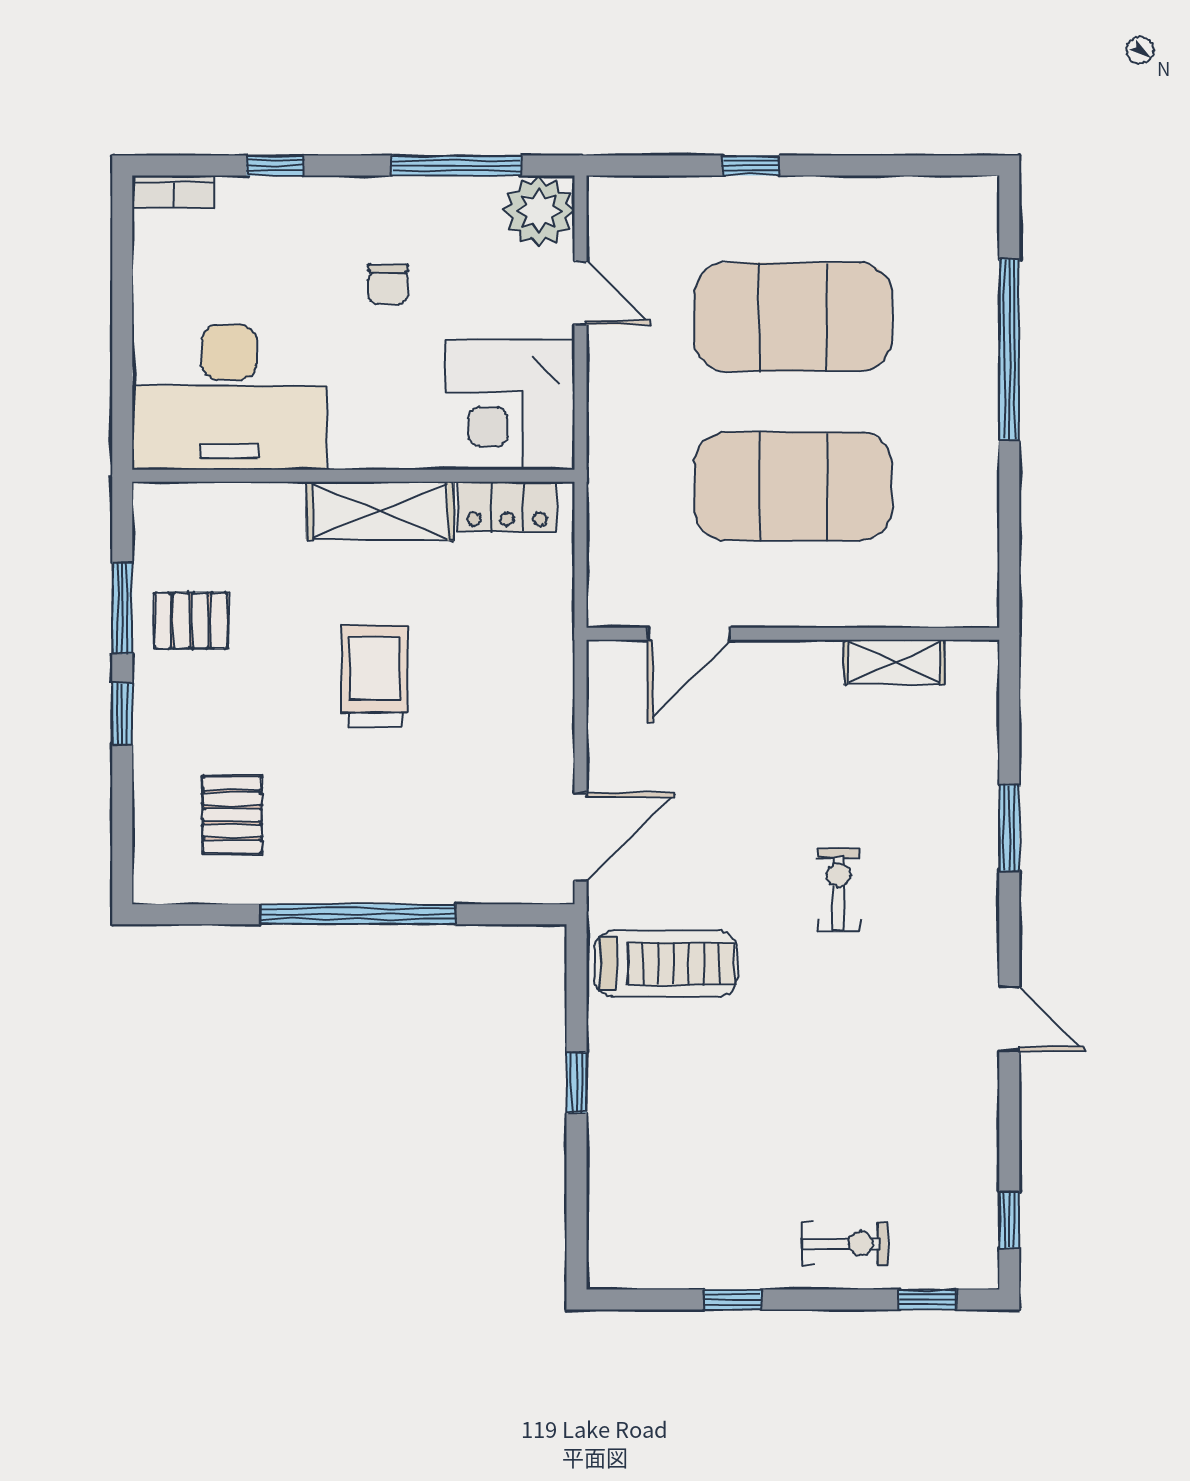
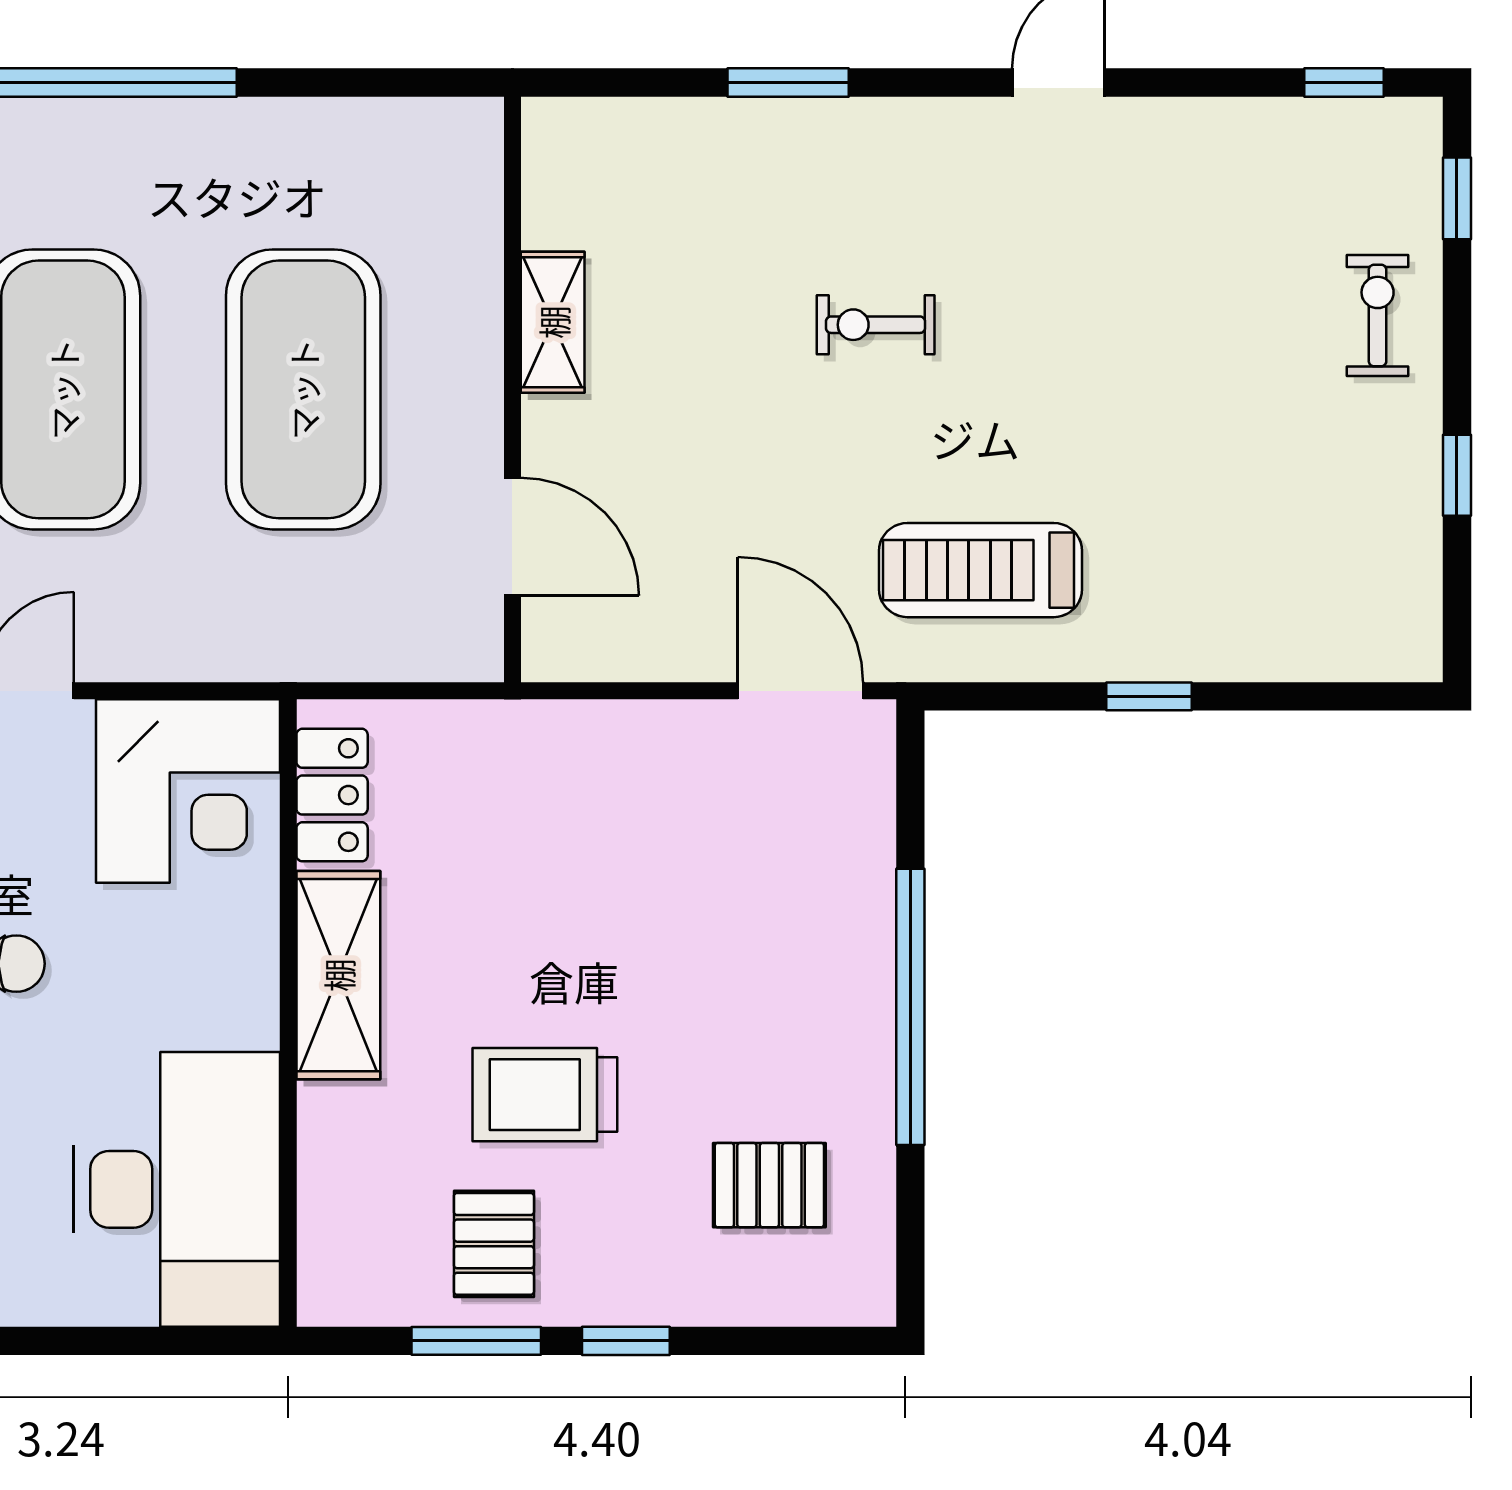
shelving: (894, 662) -> (553, 322), moved
trolley: (375, 676) -> (545, 1095), moved
treadmill: (666, 964) -> (981, 570), turned -90

